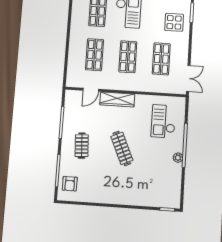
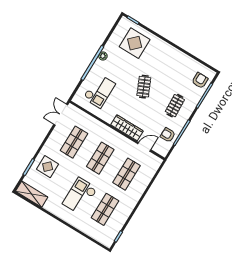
armchair: (74, 113) -> (168, 135), added
clothes rail: (122, 148) -> (144, 87), width x0.73
display table: (153, 187) -> (135, 43), added

